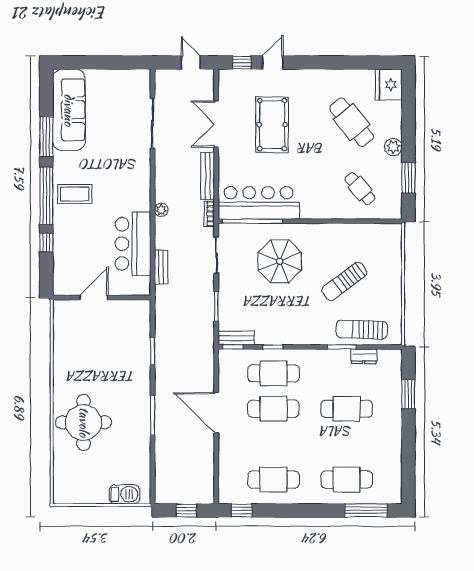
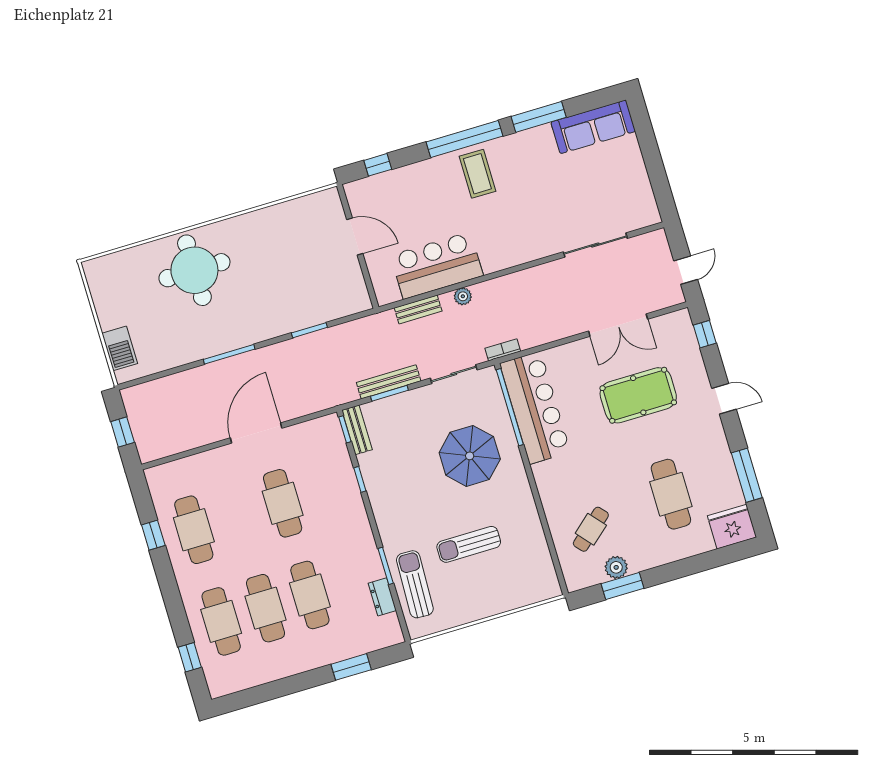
door: (273, 63) -> (724, 399), moved
window: (354, 63) -> (747, 475), added
sofa: (69, 110) -> (593, 127), width x0.74, depth x0.79
cafe table: (352, 122) -> (671, 494), turned -51
double door: (216, 124) -> (618, 325), swing flipped
plant: (393, 147) -> (616, 567), moved
bench: (208, 176) -> (389, 382), moved
plant: (161, 210) -> (463, 296), moved
window: (46, 243) -> (378, 165), moved
sun lounger: (344, 281) -> (469, 544), turned -53
cafe table: (274, 373) -> (266, 608), moved
window: (242, 510) -> (153, 535), moved
window: (366, 510) -> (190, 657), width x0.46

